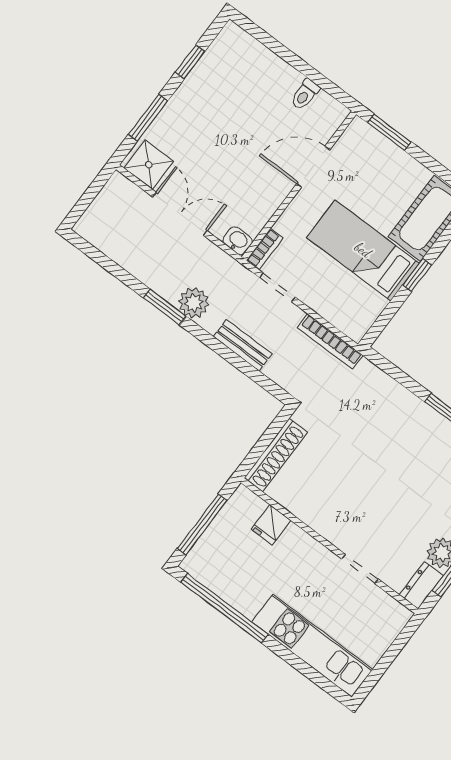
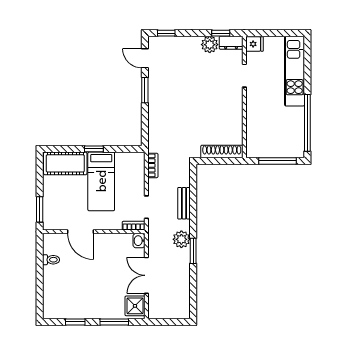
bookcase: (330, 341) -> (153, 165), width x0.64
fridge: (271, 525) -> (254, 44), moved

